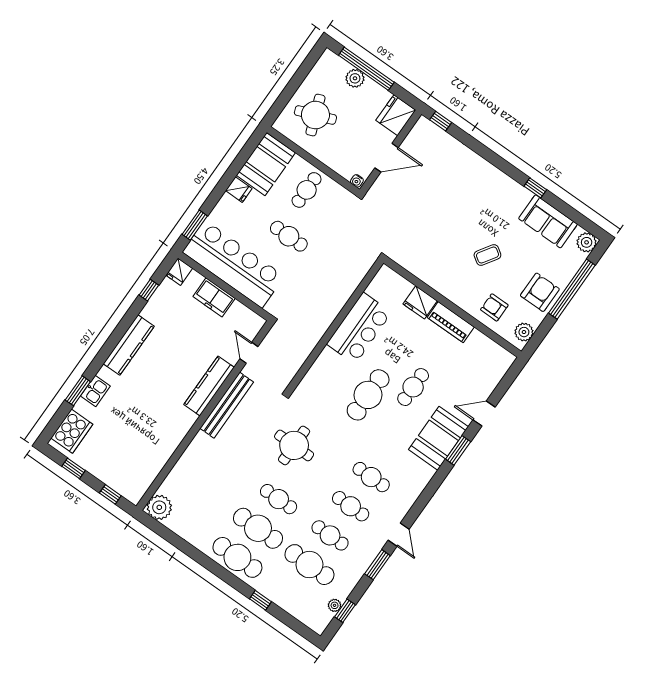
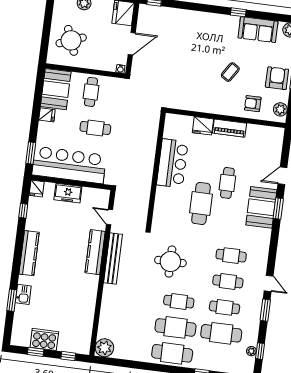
cooker: (72, 431) -> (44, 339), moved, turned -90

